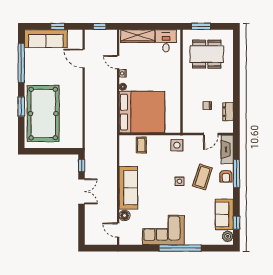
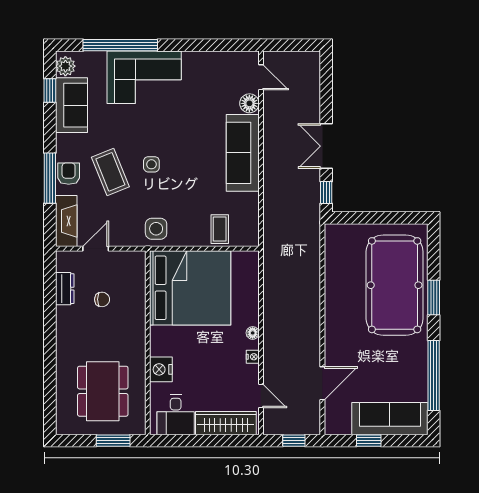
dining table: (207, 54) -> (103, 391), turned 90
door: (84, 59) -> (322, 383), hinge flipped
door: (118, 62) -> (261, 396), moved
nightstand: (174, 66) -> (161, 369), added
bed: (142, 112) -> (190, 288), moved, turned 180
coffee table: (203, 177) -> (110, 172), turned -40
corner sofa: (163, 230) -> (144, 77), moved
window: (180, 248) -> (120, 45), moved

